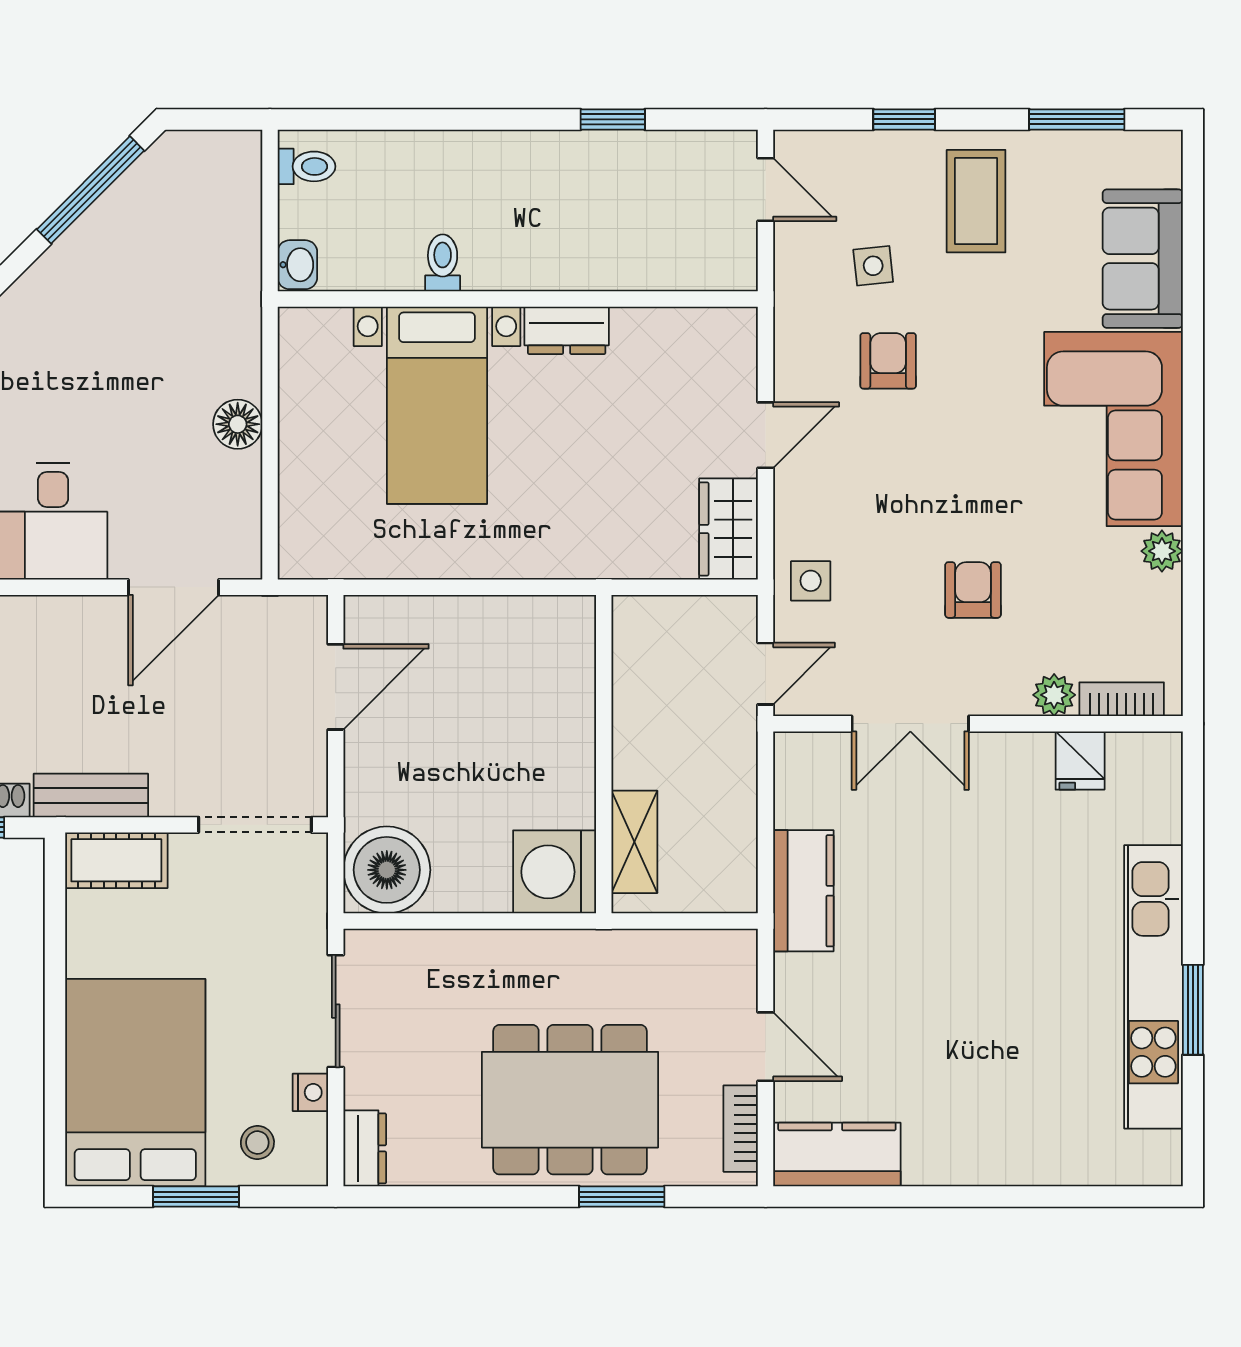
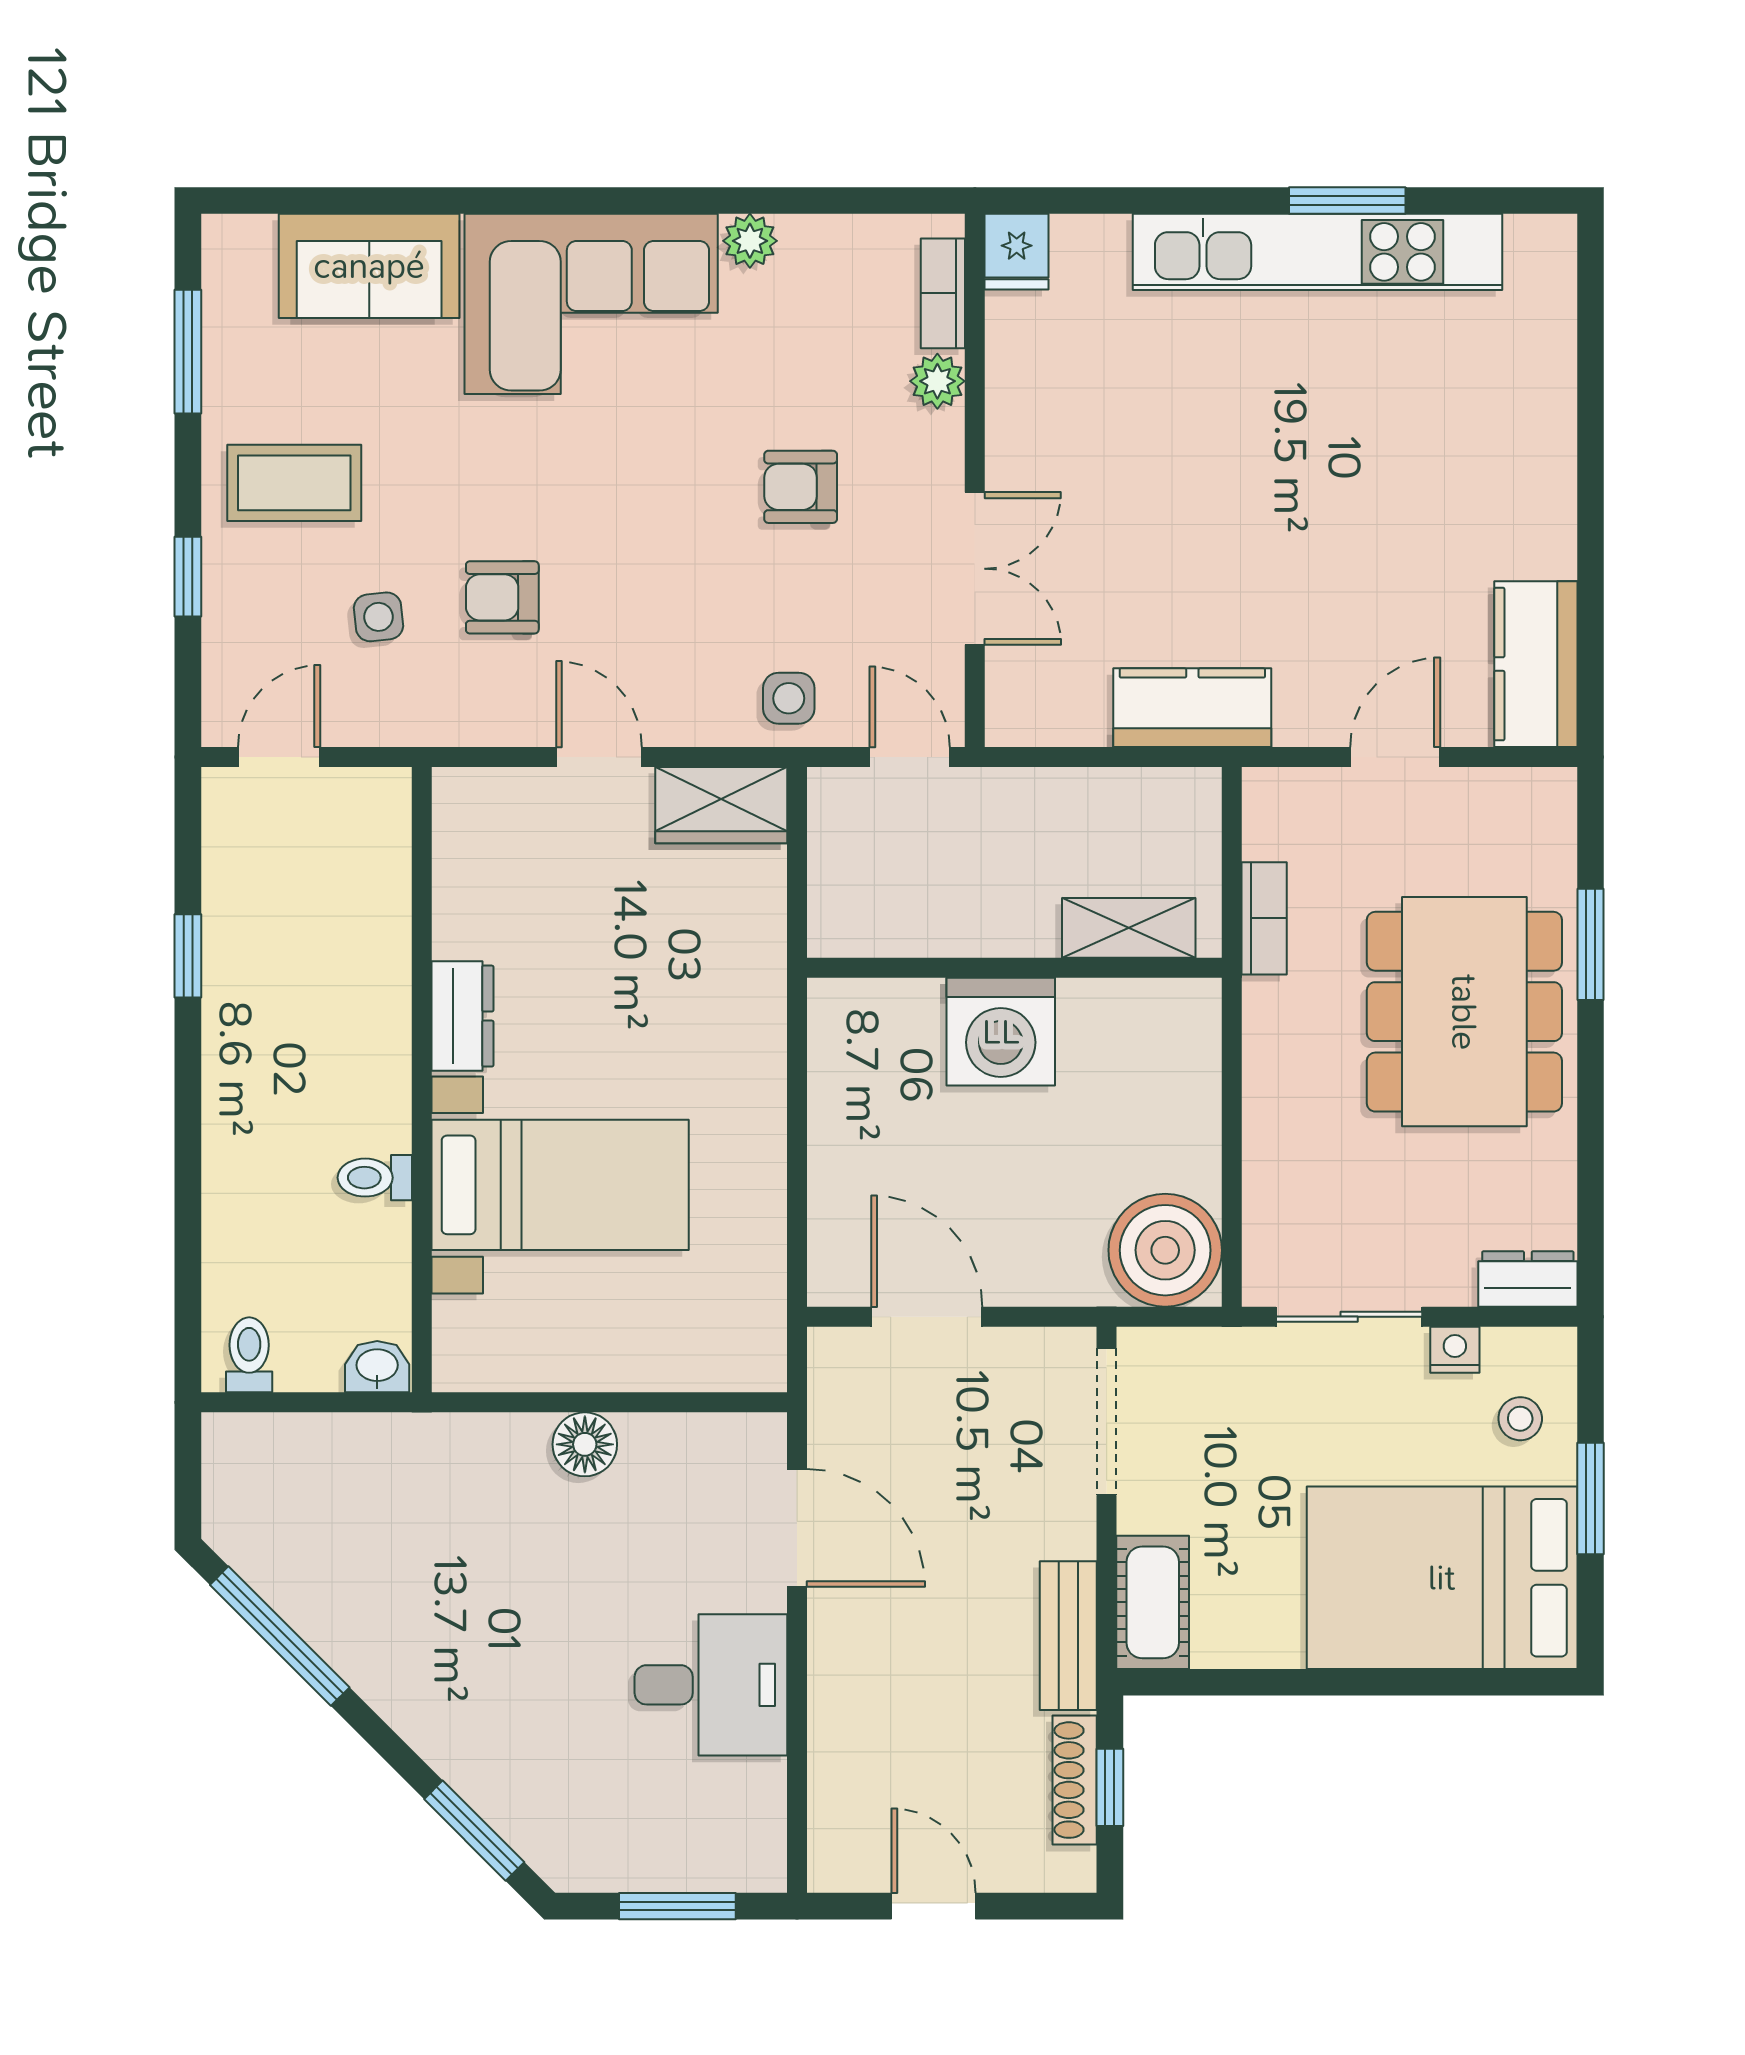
fridge: (1080, 761) -> (1017, 252), moved, turned 90
washing machine: (555, 872) -> (1001, 1032), moved
bookcase: (741, 1129) -> (1264, 918), moved, turned -90

